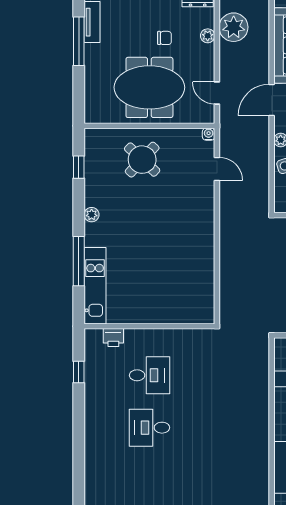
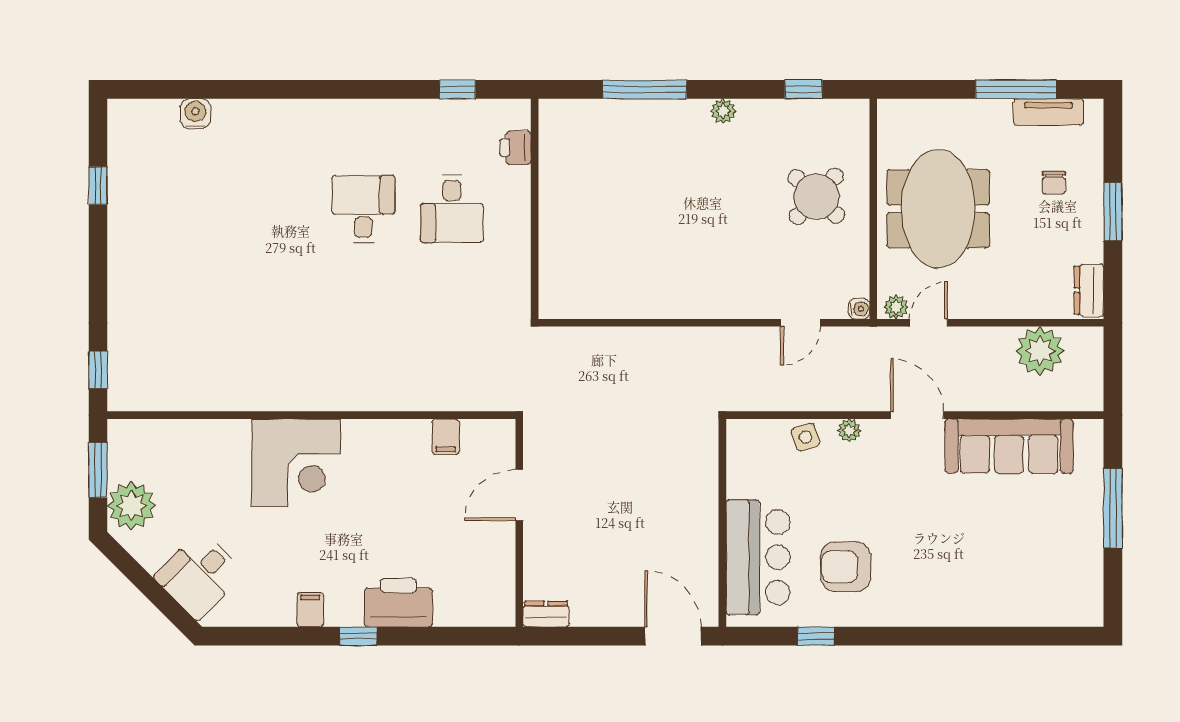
plant: (208, 36) -> (896, 307), moved
chair: (164, 38) -> (1054, 183), moved
kitchen unit: (95, 286) -> (603, 117), removed

